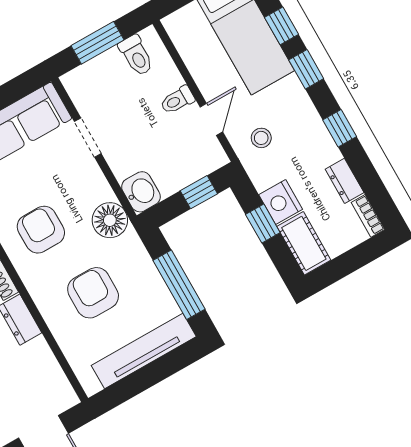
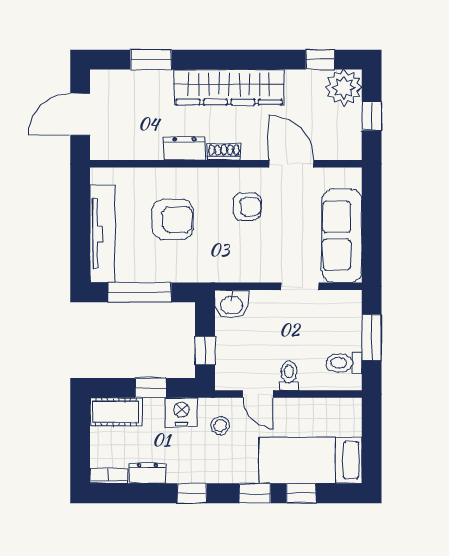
nightstand: (281, 202) -> (181, 412), moved
floor lamp: (110, 220) -> (223, 266), removed
armchair: (41, 230) -> (247, 206), width x0.72, depth x0.72

